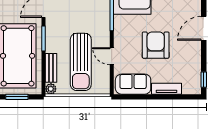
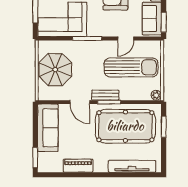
bench: (51, 68) -> (105, 95), moved
window: (129, 97) -> (164, 22), added

